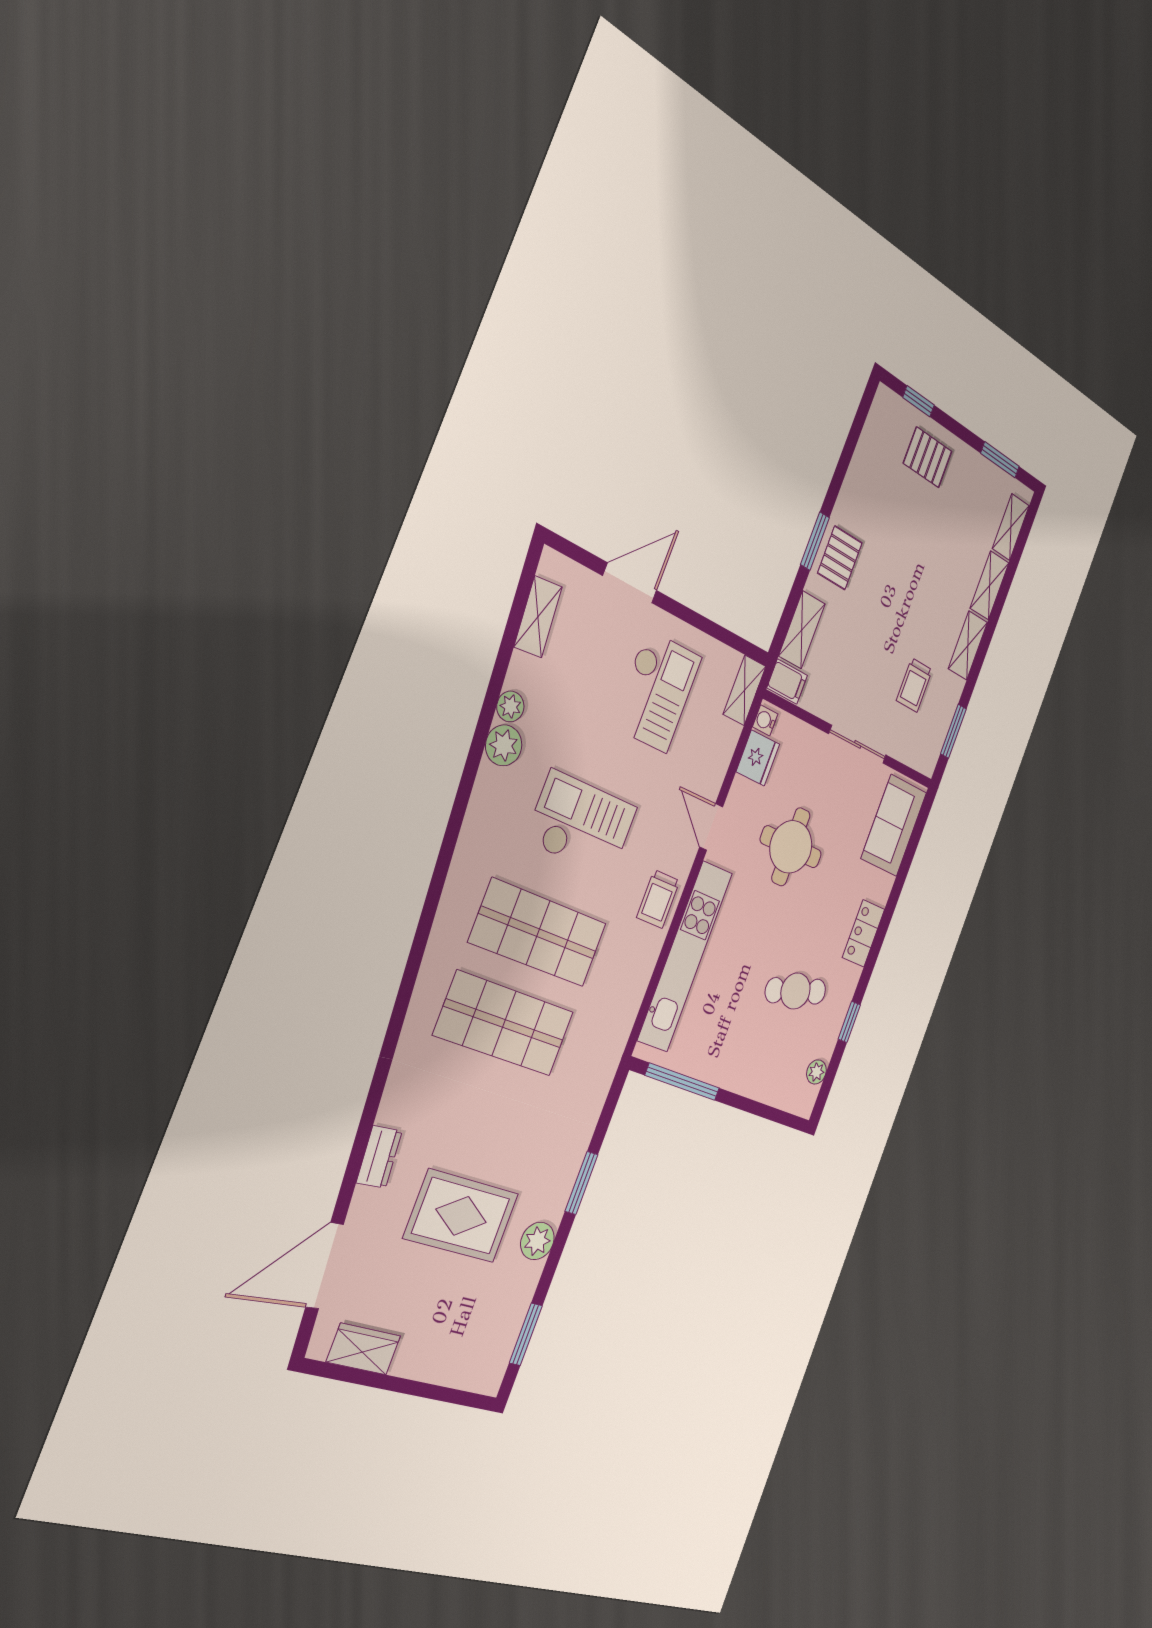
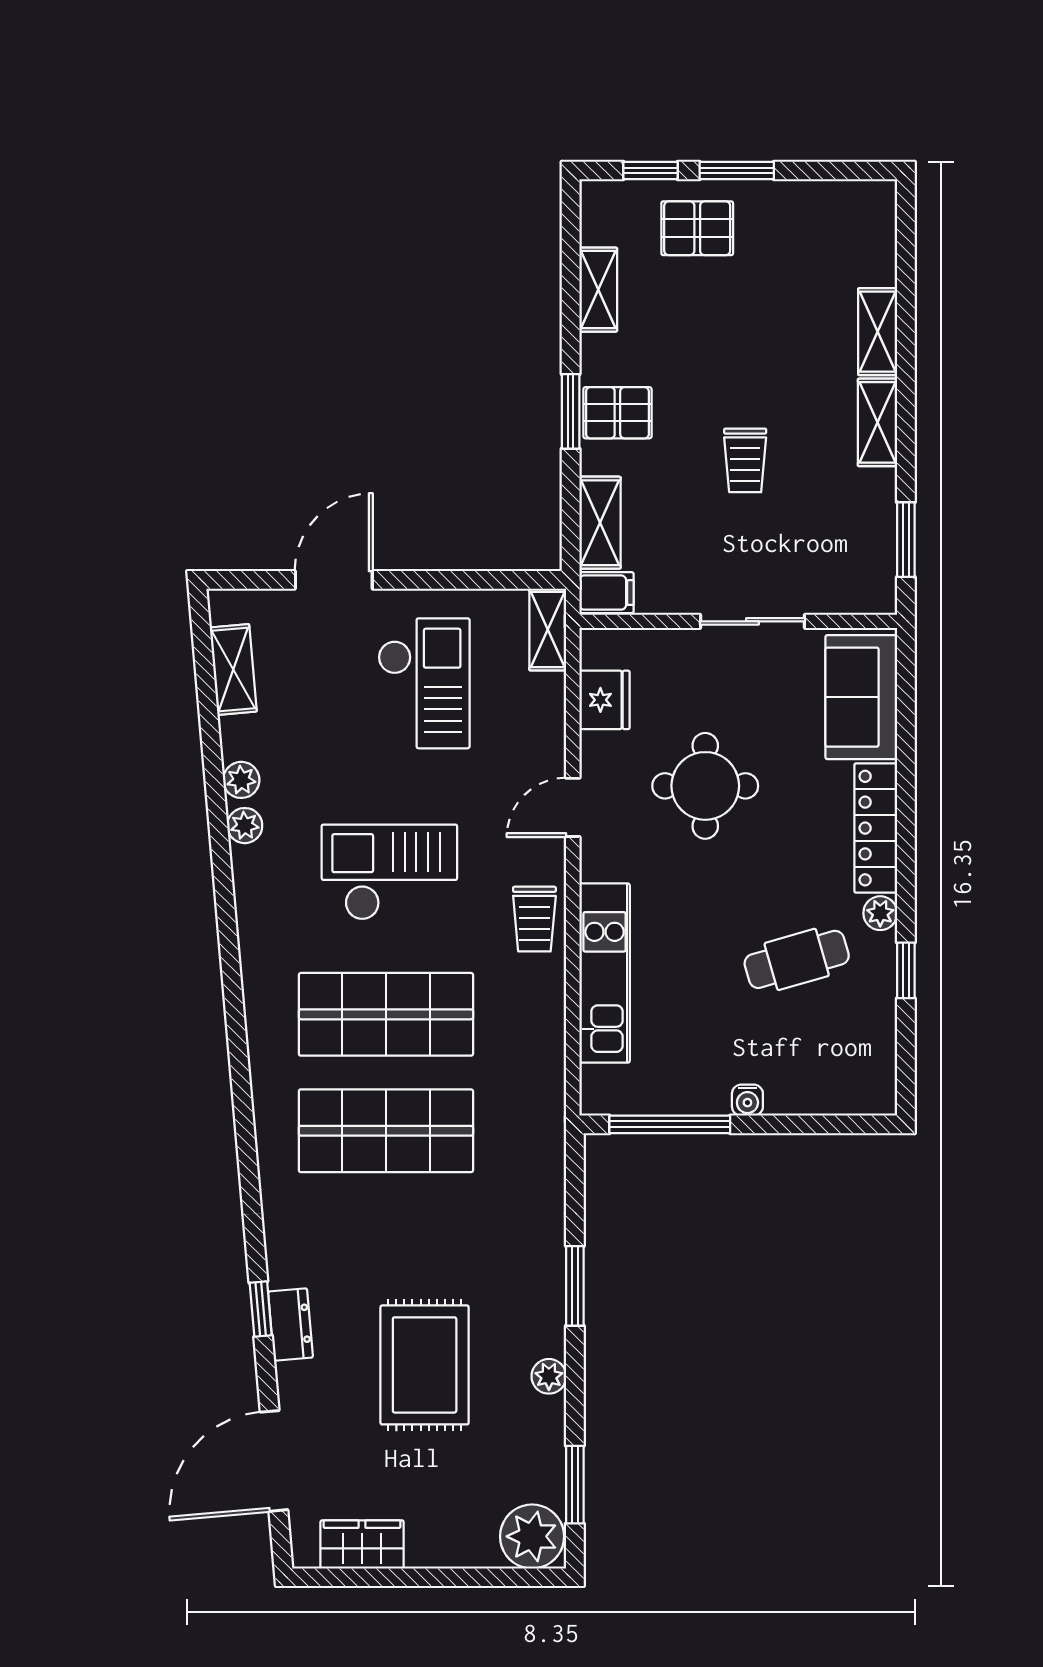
window: (1000, 460) -> (737, 171), moved
shelving: (1011, 527) -> (598, 290), moved
pallet: (840, 558) -> (617, 413), turned 90
trolley: (914, 685) -> (745, 460), moved
water cooler: (765, 720) -> (747, 1100), moved, turned -90
plant: (504, 745) -> (245, 826), width x0.73, depth x0.73
door: (711, 827) -> (573, 807), hinge flipped
locker: (864, 933) -> (876, 828), width x1.53
kitchen unit: (685, 956) -> (605, 973), width x0.73
plant: (816, 1072) -> (880, 913), moved
window: (362, 1138) -> (261, 1309), added
rug: (461, 1216) -> (425, 1365), turned 90
plant: (537, 1241) -> (549, 1376), width x0.73, depth x0.73
plant: (483, 1368) -> (532, 1536), added

